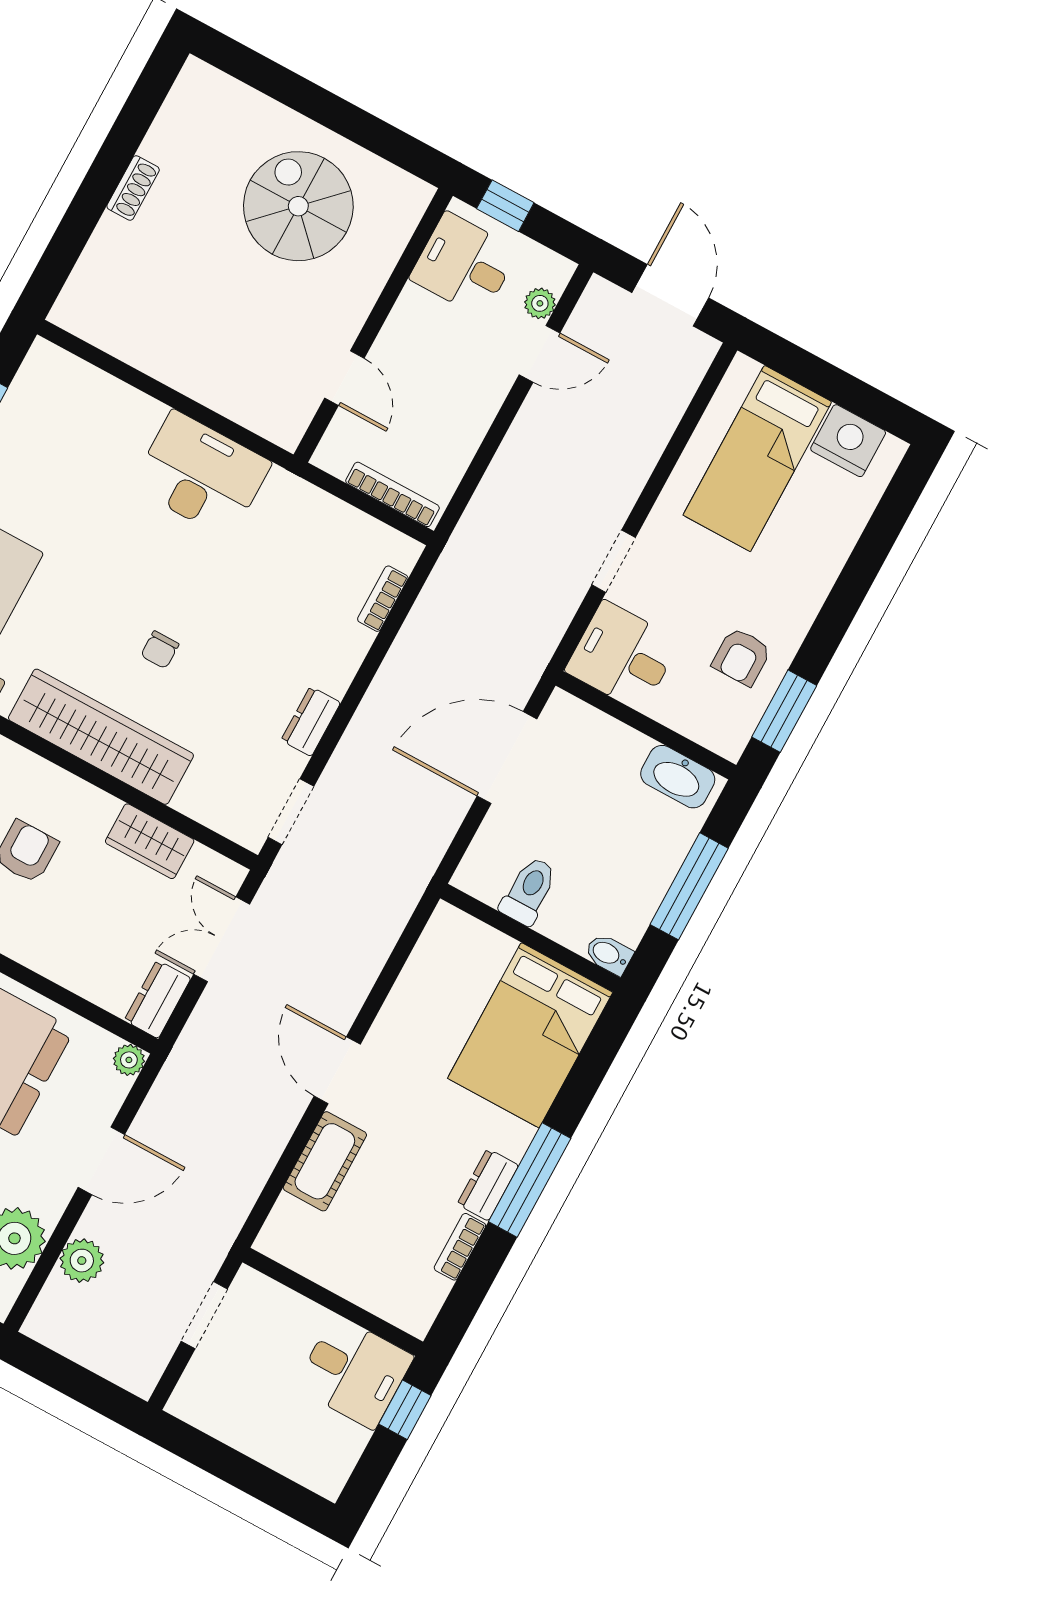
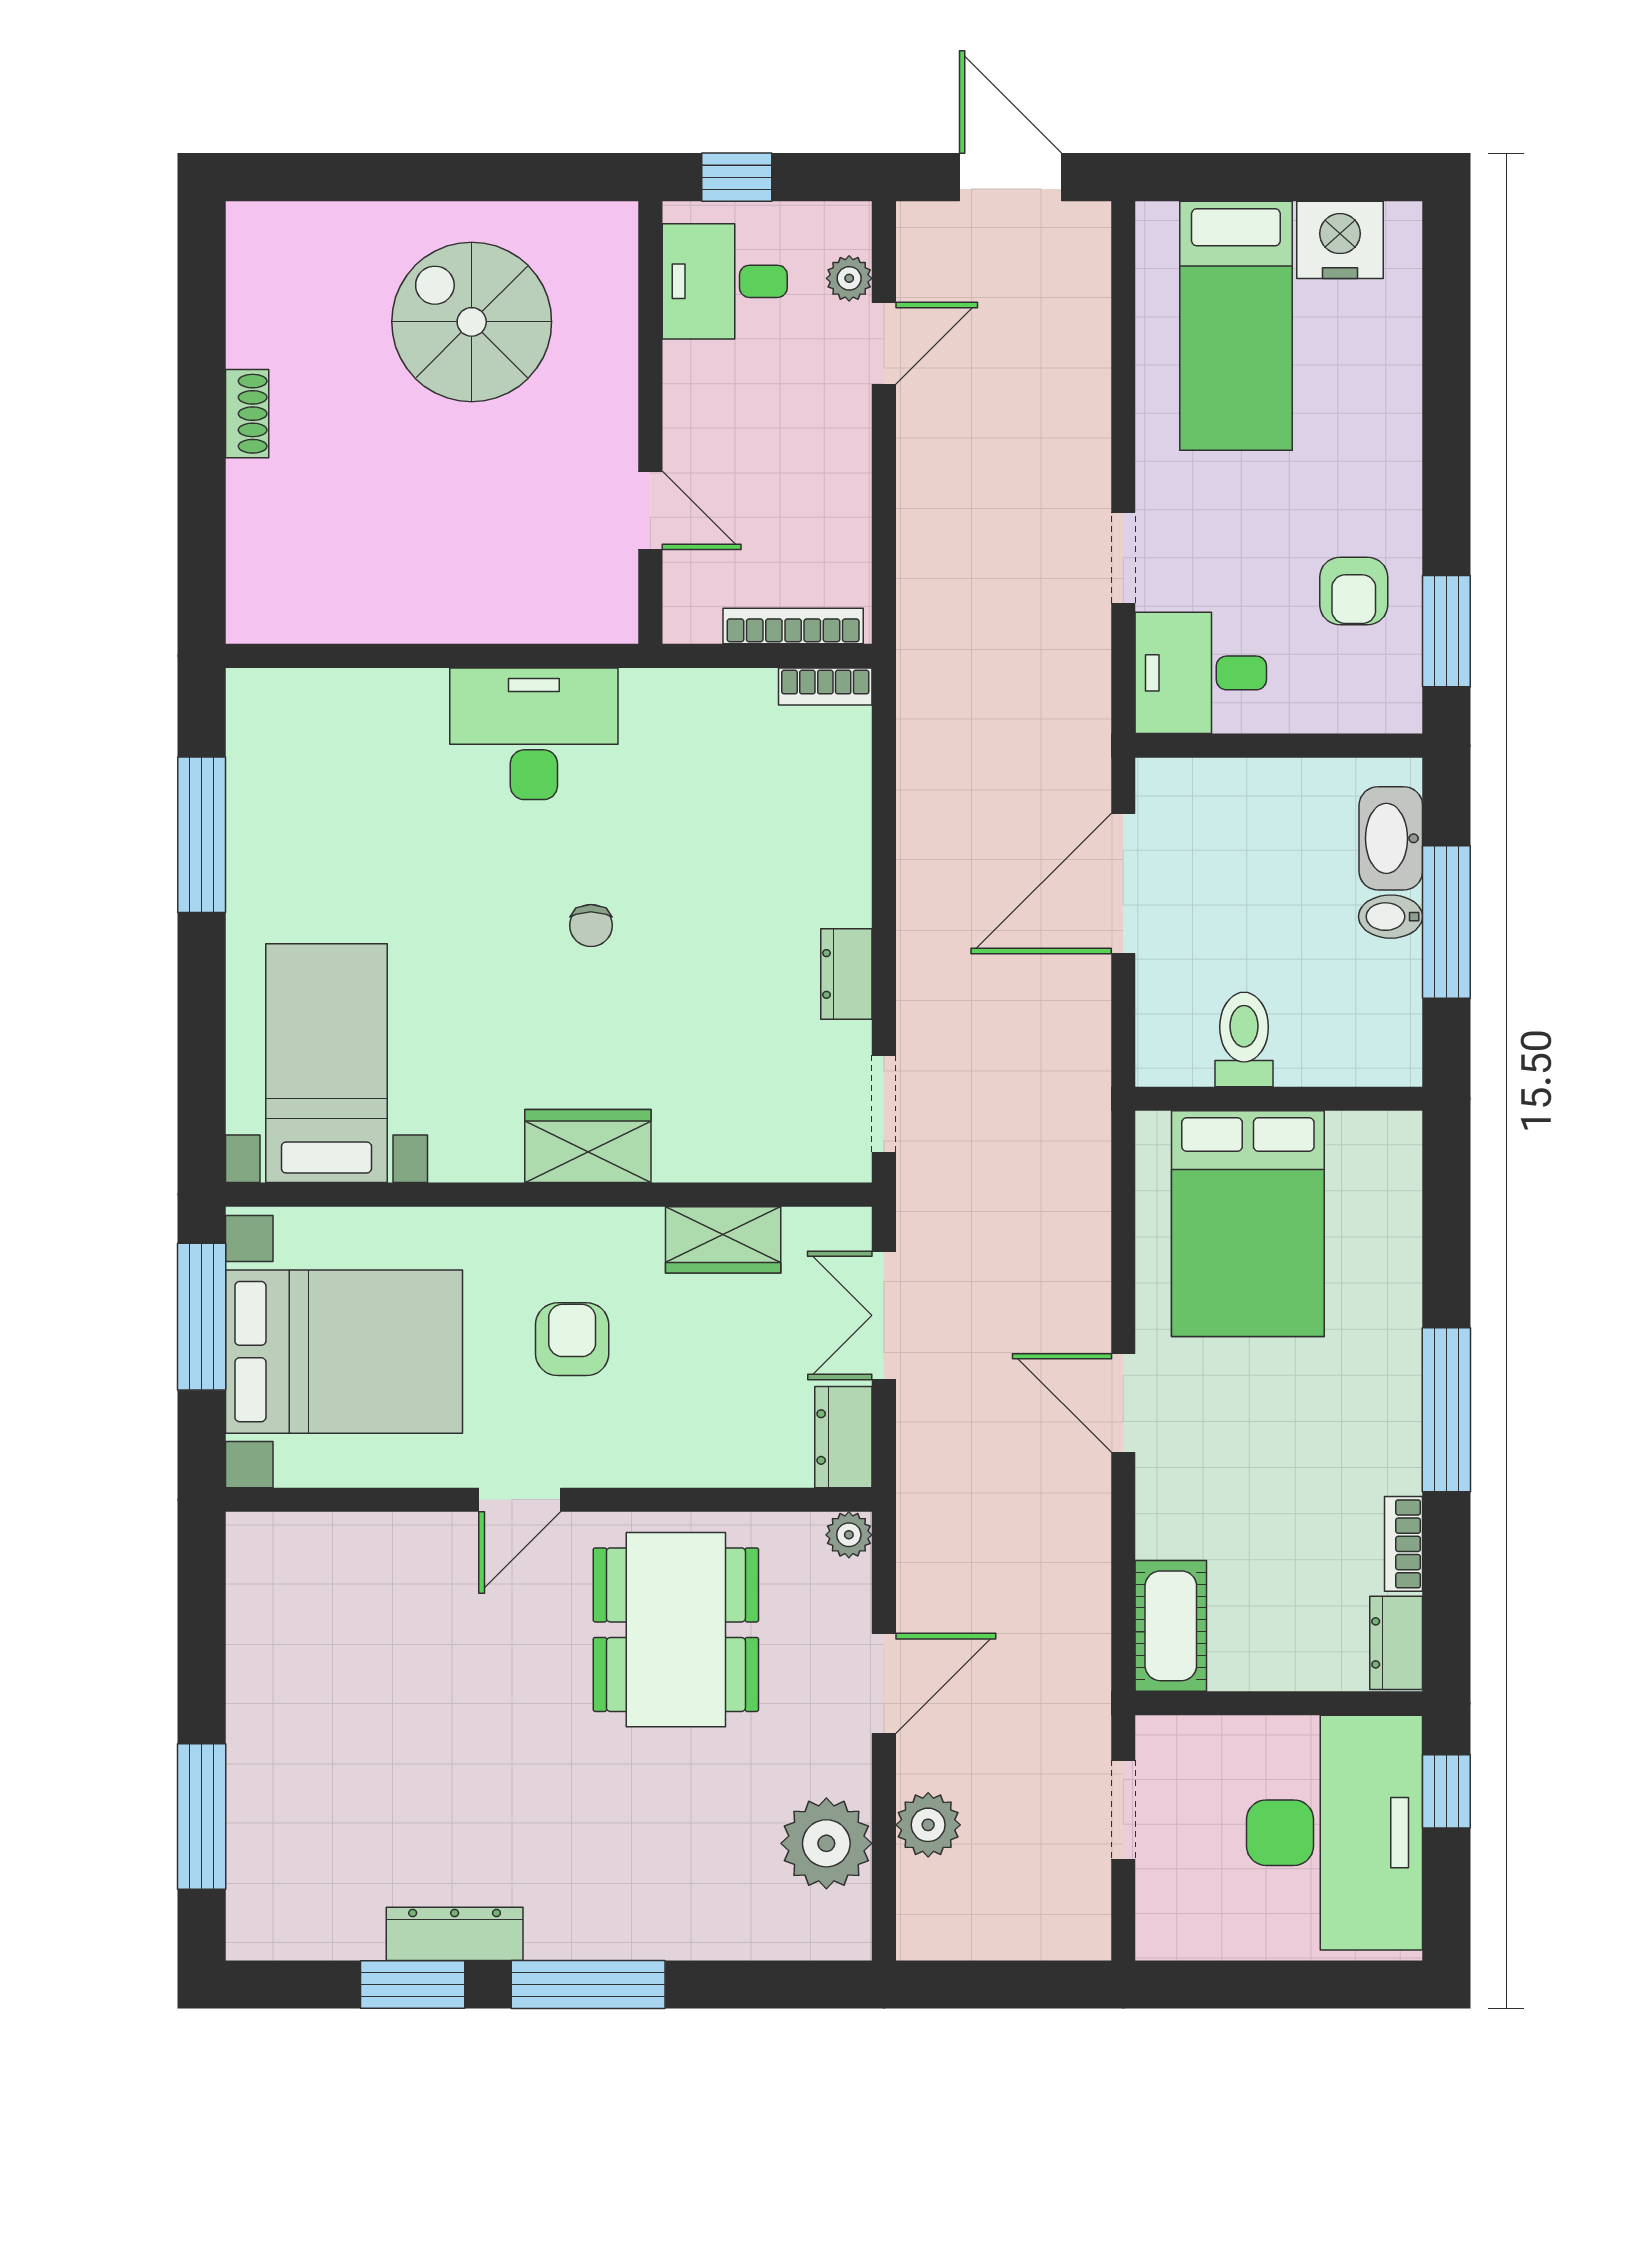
bookcase: (383, 599) -> (825, 687), moved, turned -90
chair: (160, 650) -> (591, 925), moved
wardrobe: (101, 737) -> (588, 1146), width x0.48, depth x0.85
washbasin: (678, 777) -> (1391, 838), moved, turned 90
bidet: (609, 954) -> (1391, 917), moved
bed: (530, 1035) -> (1248, 1224), moved
cot: (325, 1161) -> (1171, 1626), moved
dresser: (488, 1185) -> (1396, 1643), moved
desk: (354, 1372) -> (1335, 1833), width x1.87, depth x1.30

